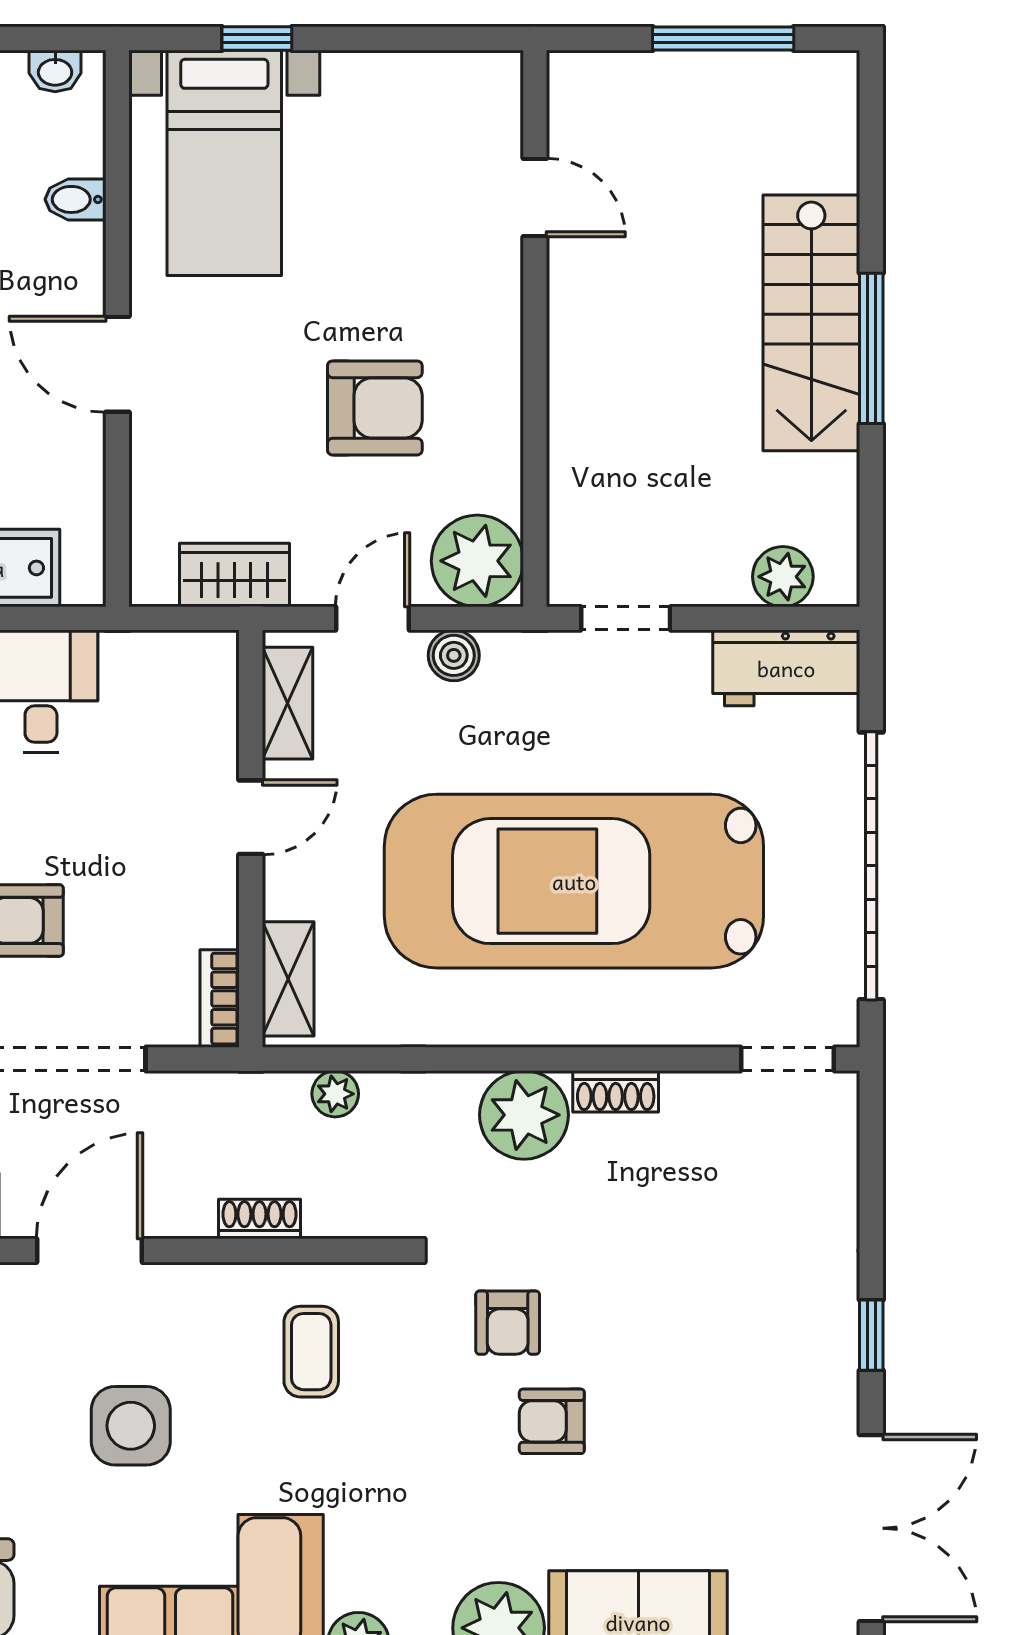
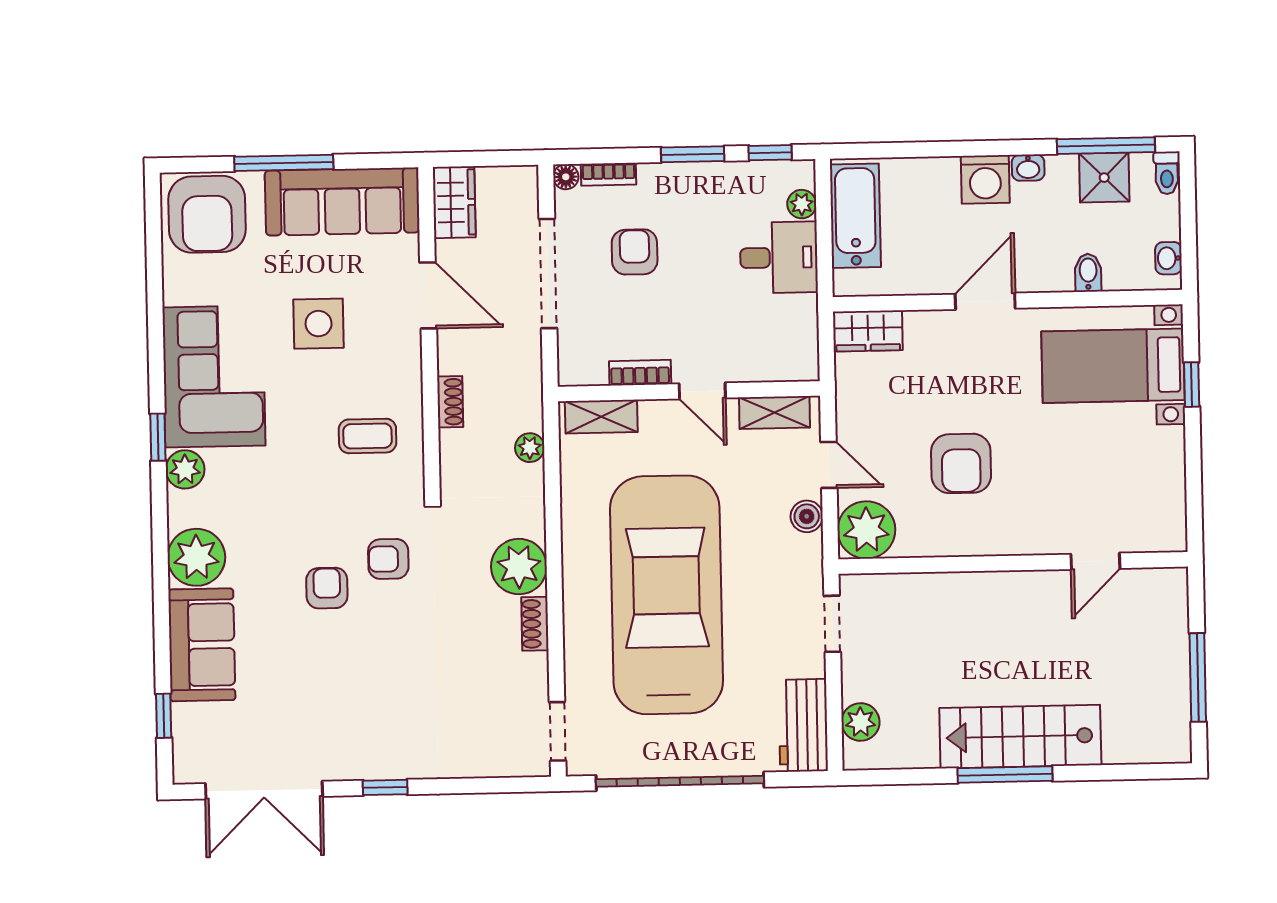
wardrobe: (235, 575) -> (868, 331), moved, turned 90
bookcase: (220, 999) -> (640, 373), moved

